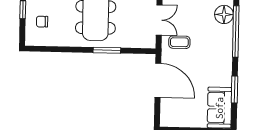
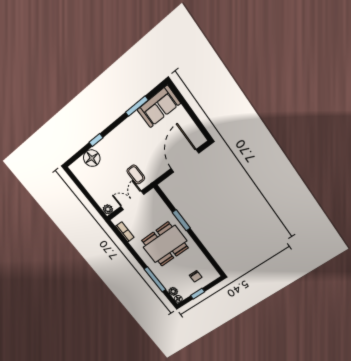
window: (236, 31) -> (96, 140), width x0.32
door: (158, 80) -> (185, 161), moved

